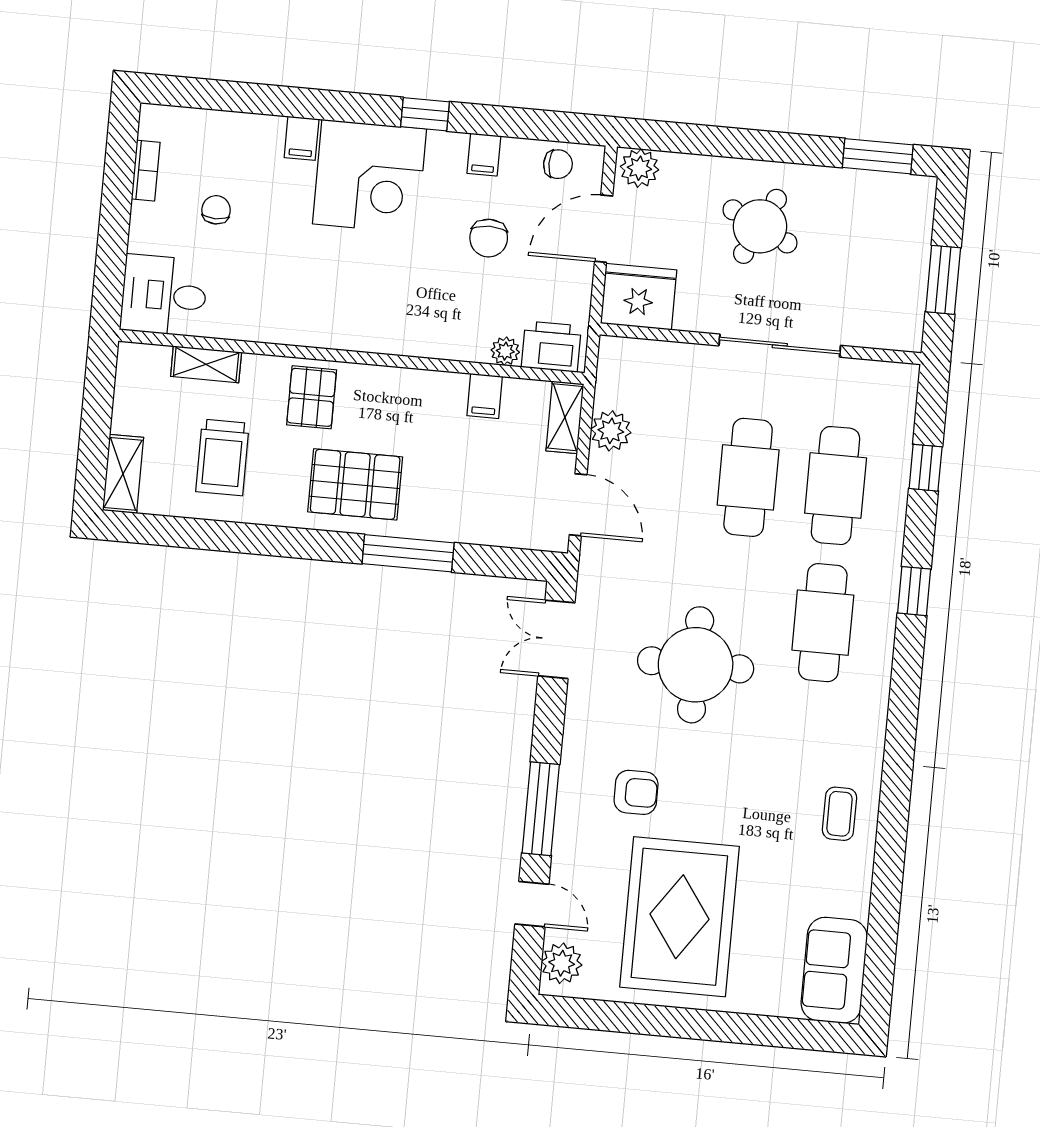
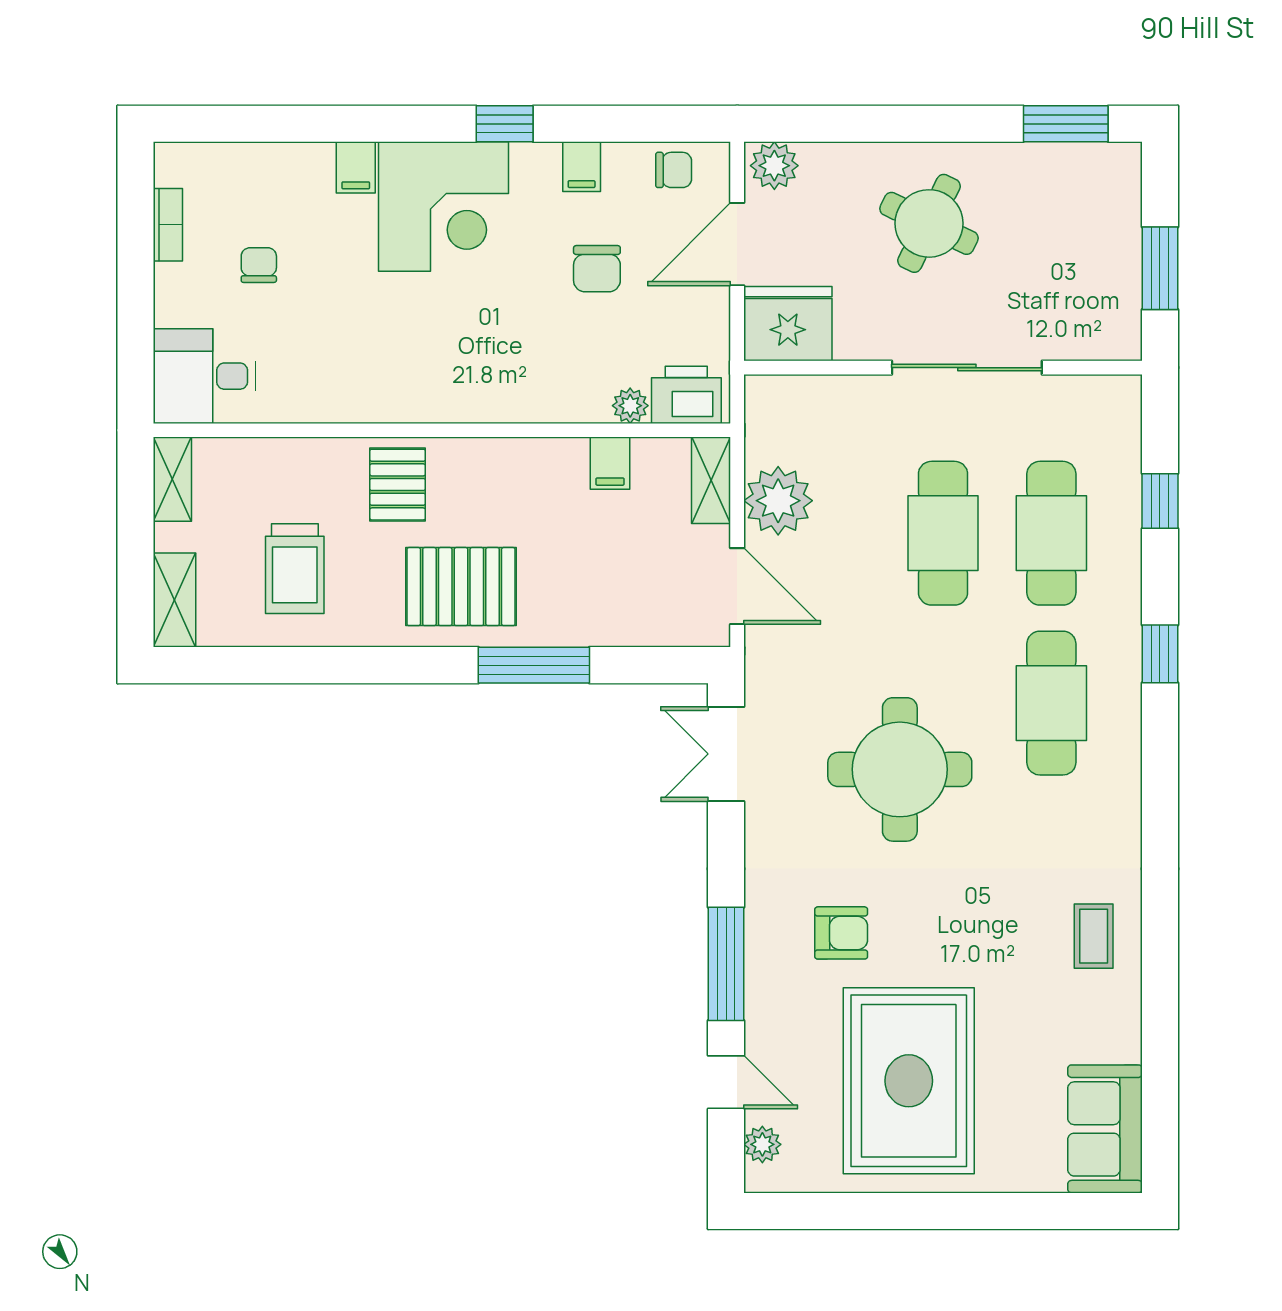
shelving: (206, 364) -> (172, 479), moved, turned 90
plant: (611, 431) -> (778, 501), width x1.36, depth x1.36
plant: (562, 963) -> (762, 1144), width x0.73, depth x0.73

